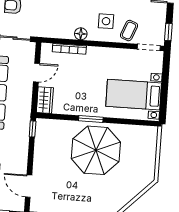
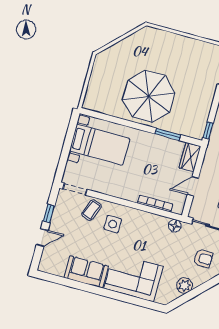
window: (168, 32) -> (49, 213), moved
floor lamp: (81, 34) -> (175, 226), moved
window: (91, 119) -> (168, 134), moved

